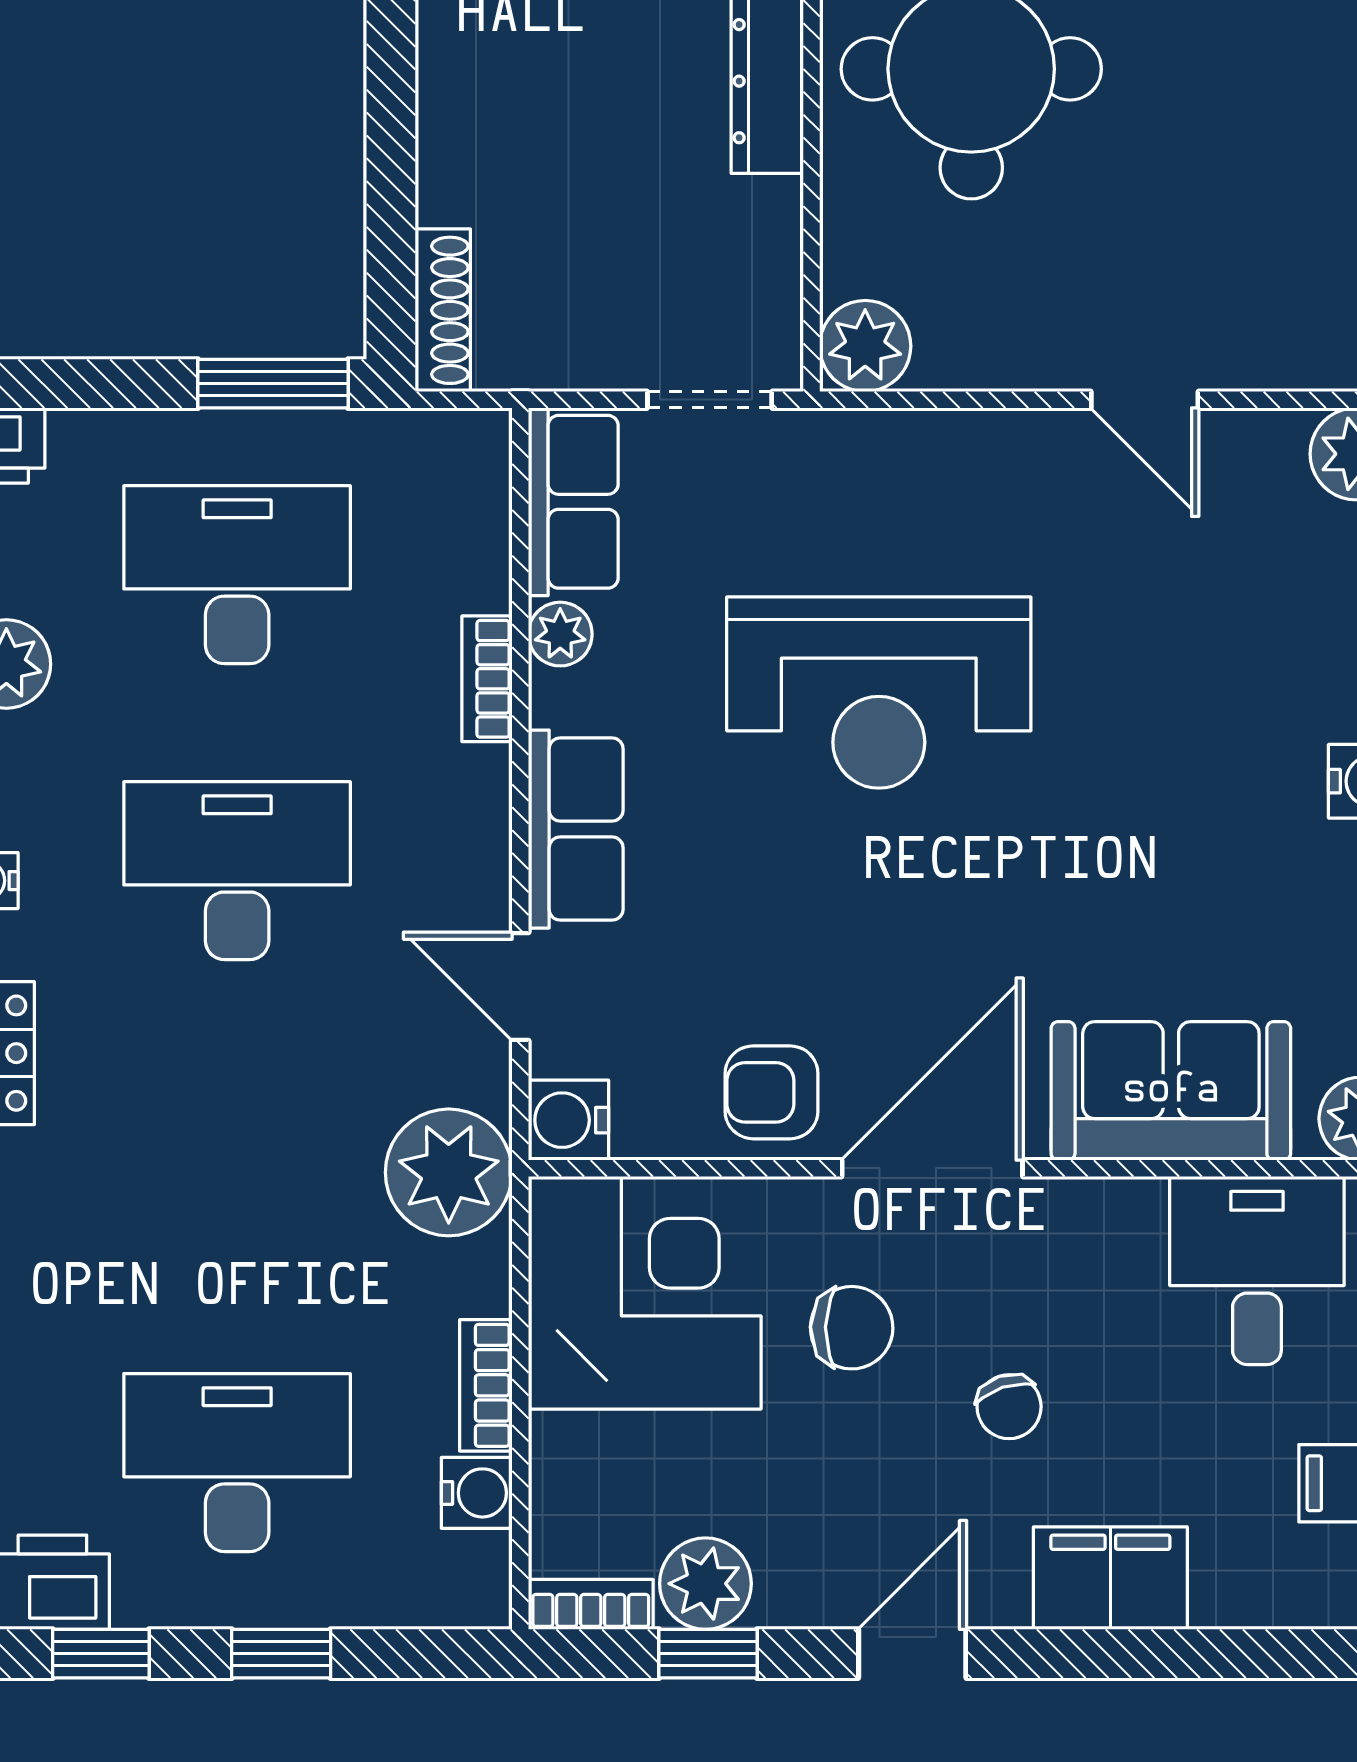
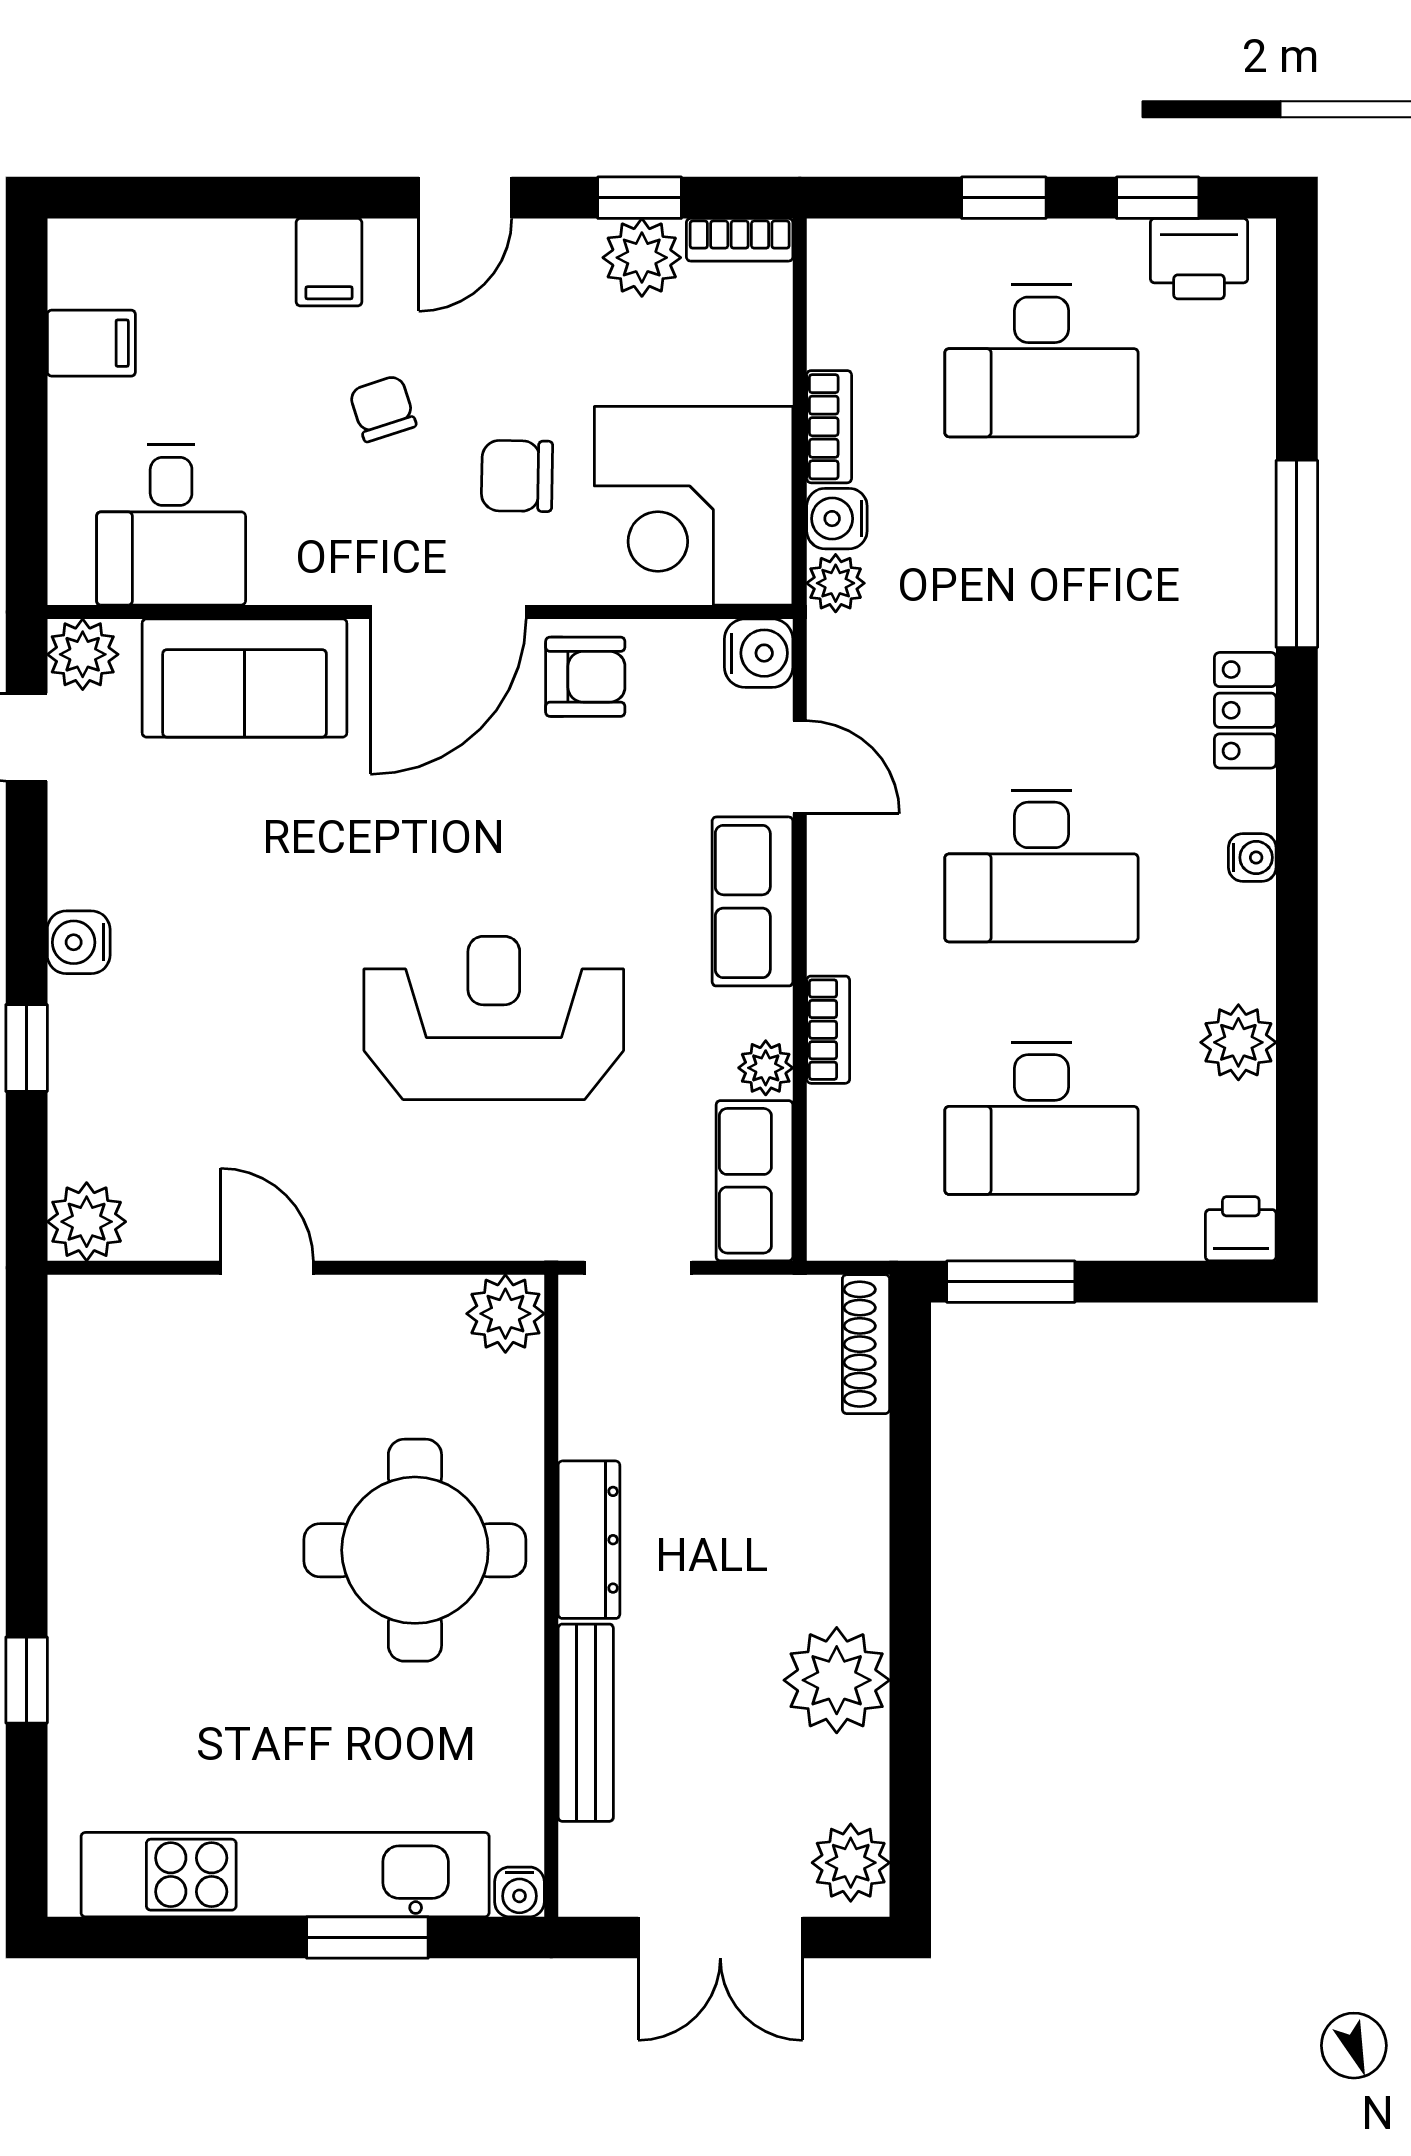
plant: (449, 1172) -> (836, 583), width x0.53, depth x0.53
water cooler: (477, 1493) -> (837, 519), moved
filing cabinet: (1110, 1578) -> (329, 262), width x0.50

